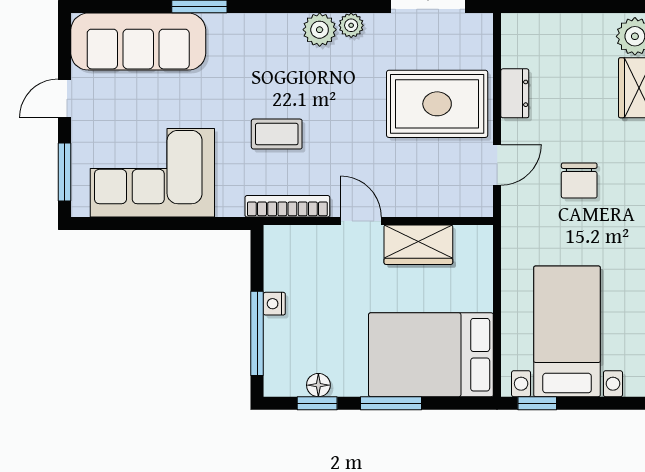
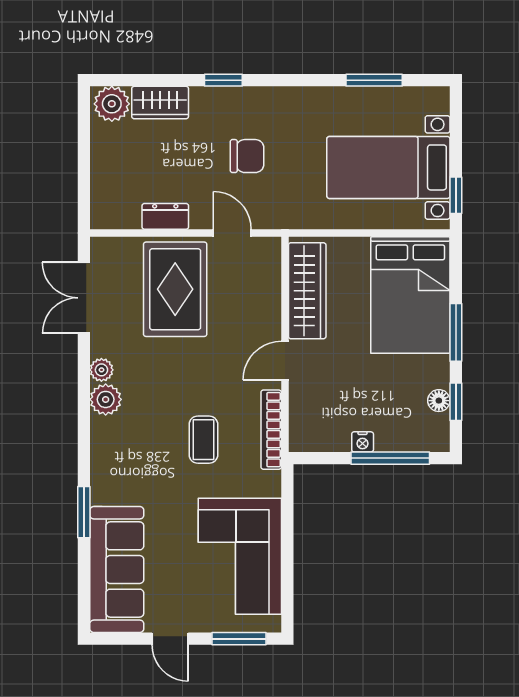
wardrobe: (418, 245) -> (307, 291), width x1.50

